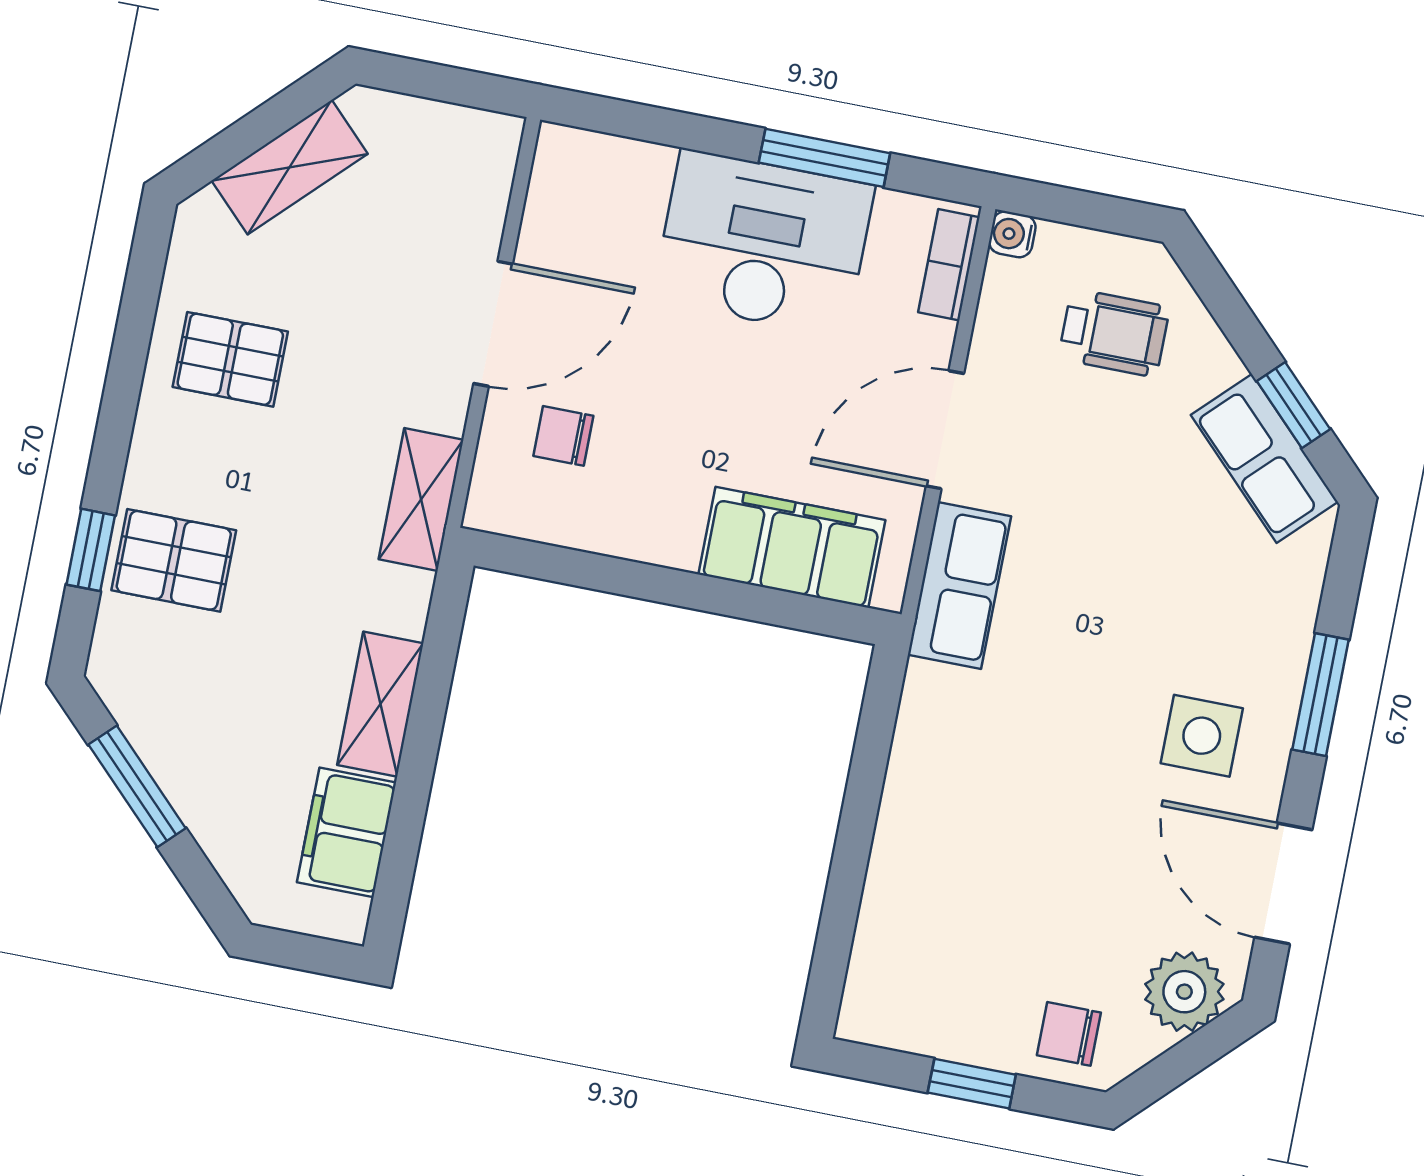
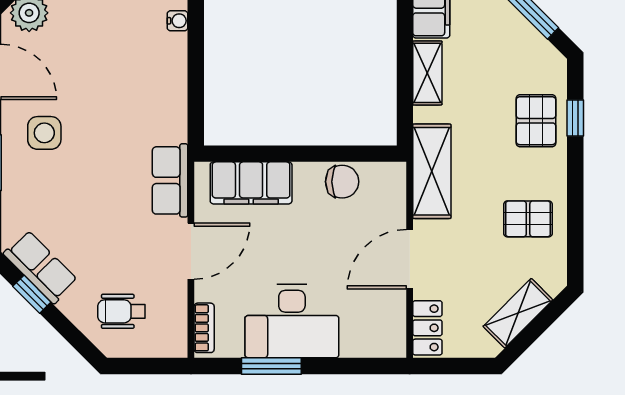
locker: (484, 174) -> (427, 328), added
water cooler: (1012, 234) -> (177, 21), moved
chair: (563, 436) -> (342, 182), moved, width x1.37, depth x1.37
shelving: (421, 499) -> (432, 171), width x1.50, depth x1.33
pallet: (174, 560) -> (536, 121), turned 90

